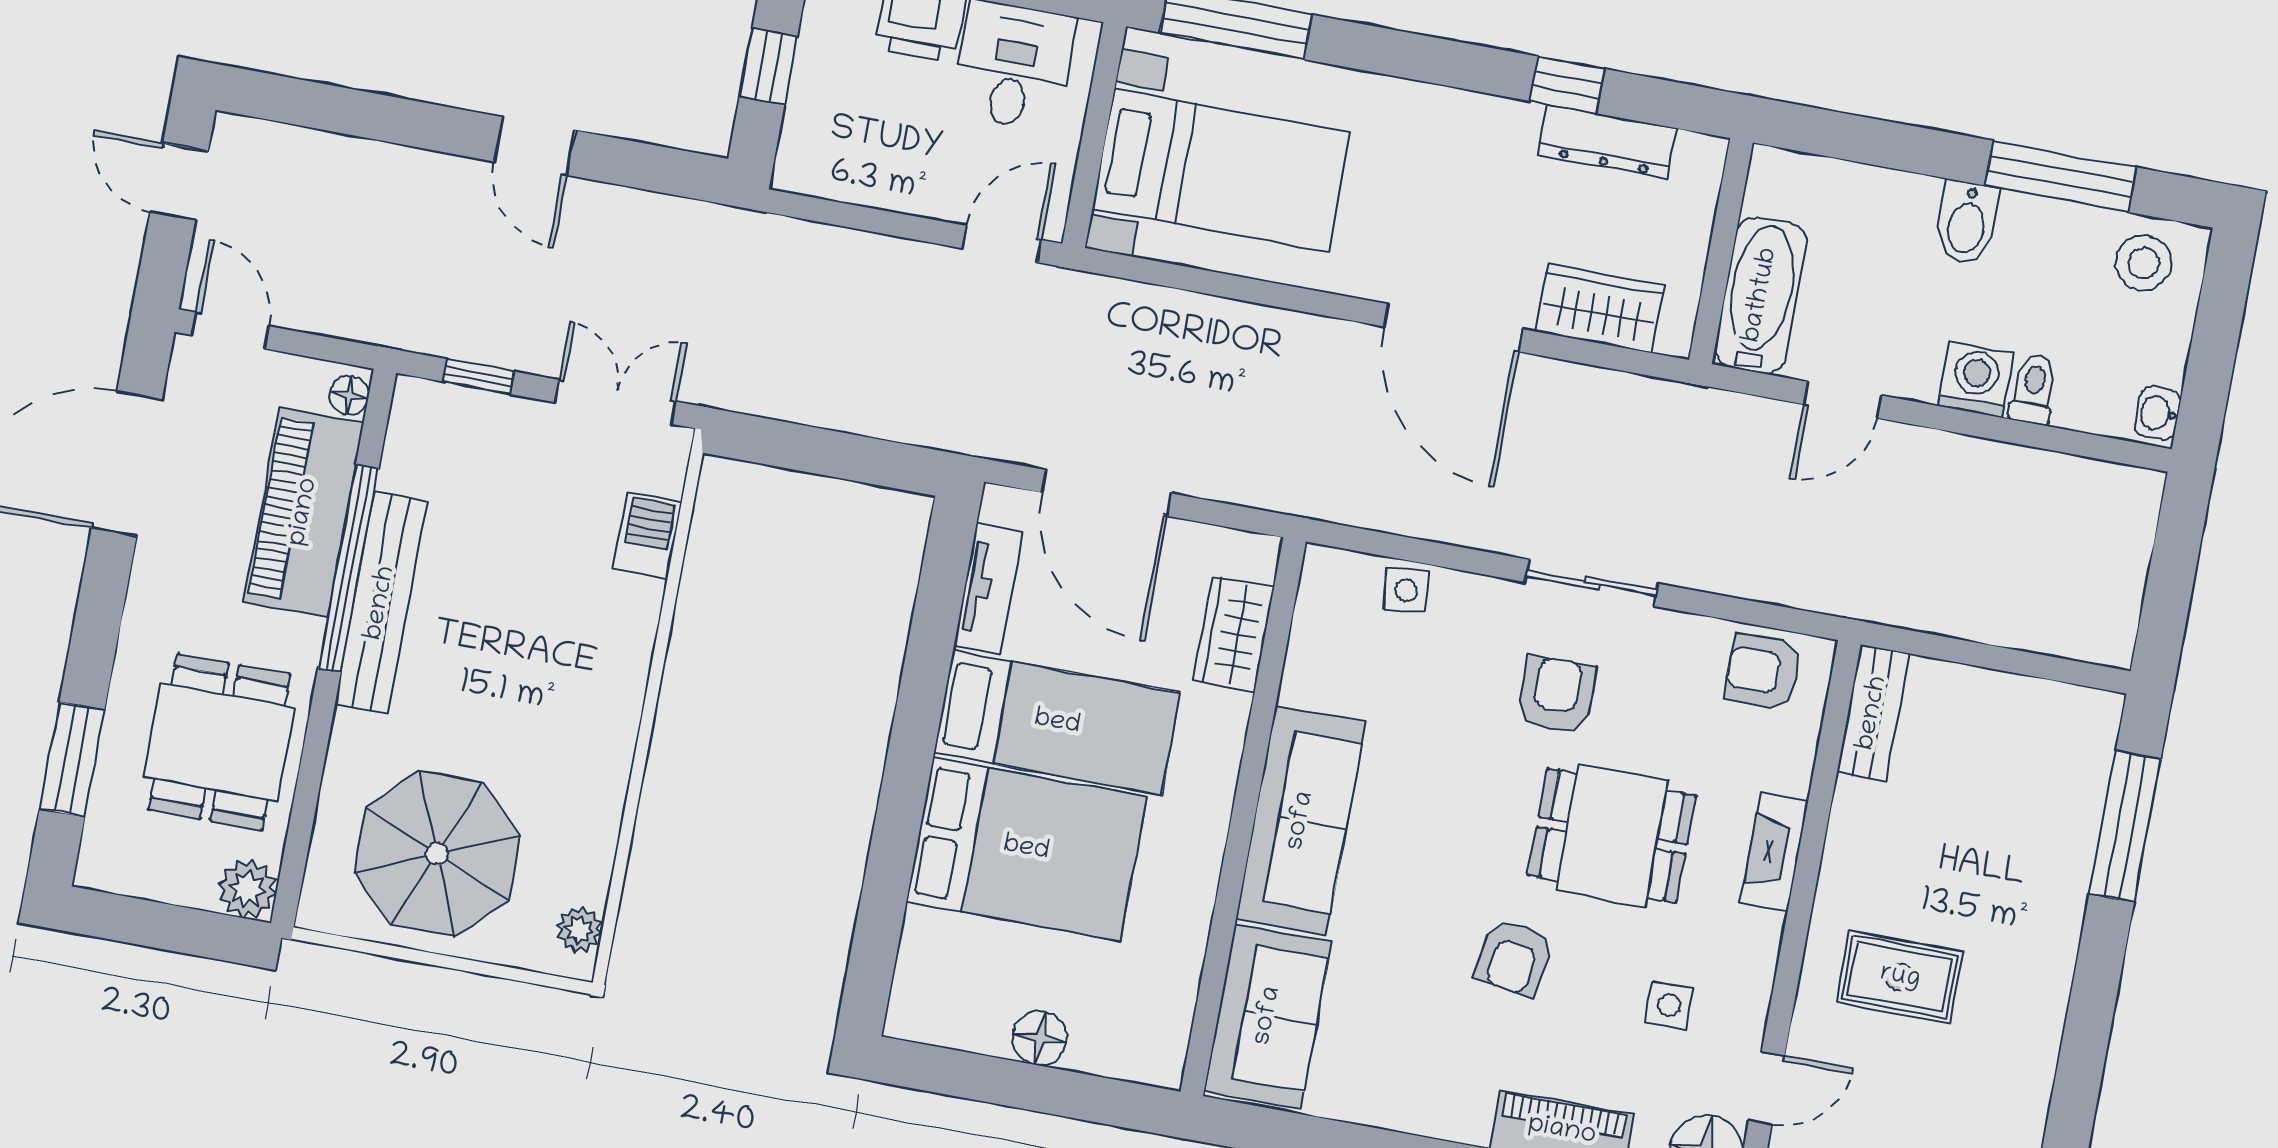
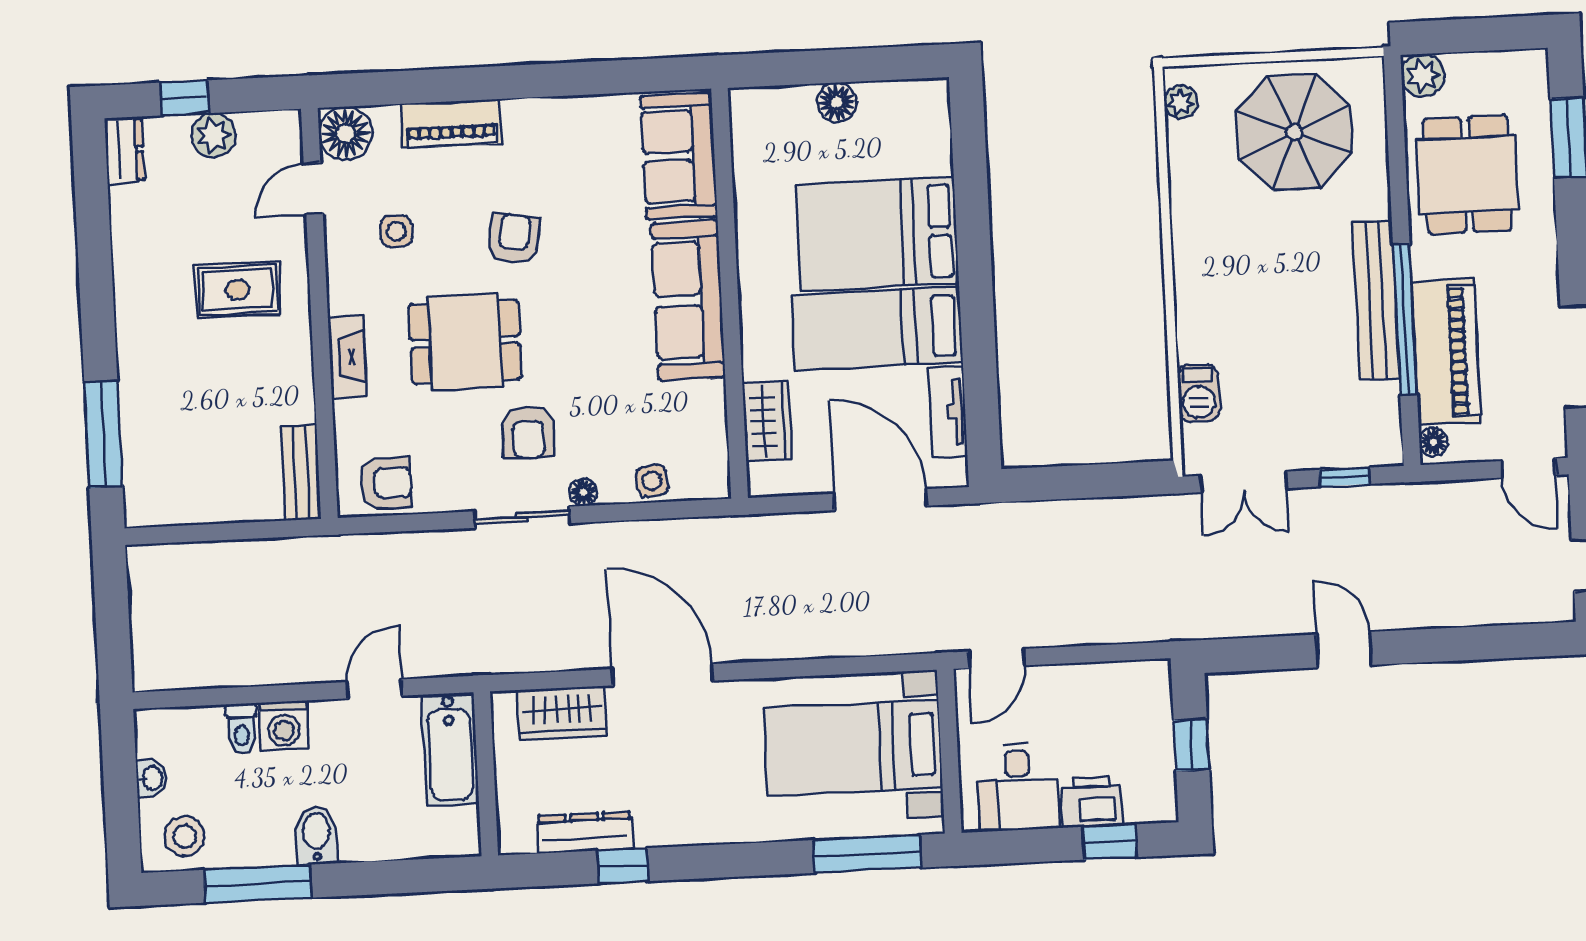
washbasin: (2158, 413) -> (152, 778), moved
floor lamp: (1502, 597) -> (583, 492), added

